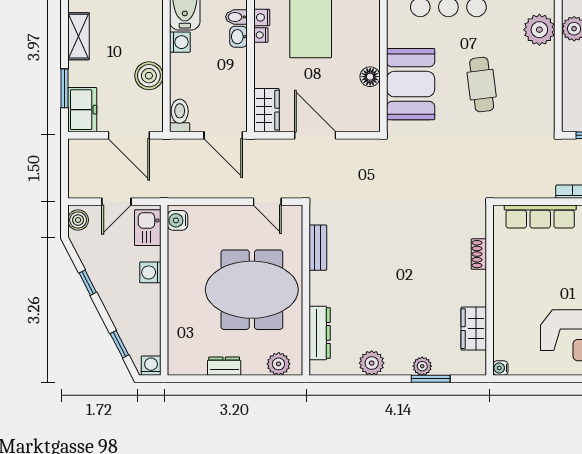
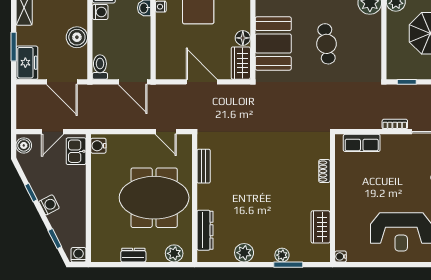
wardrobe: (266, 110) -> (241, 63), moved, turned 180
row of seats: (540, 217) -> (362, 143), width x0.68
washing machine: (150, 272) -> (49, 205), moved, turned 153

